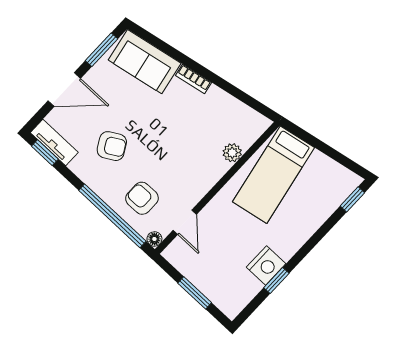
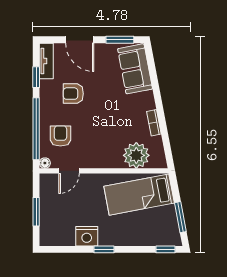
bookcase: (193, 79) -> (154, 123), moved
armchair: (112, 146) -> (73, 94), turned 120
window: (45, 153) -> (36, 77), moved
plant: (232, 153) -> (136, 155), width x1.87, depth x1.87
window: (334, 155) -> (180, 217), added
window: (276, 281) -> (104, 249), moved

